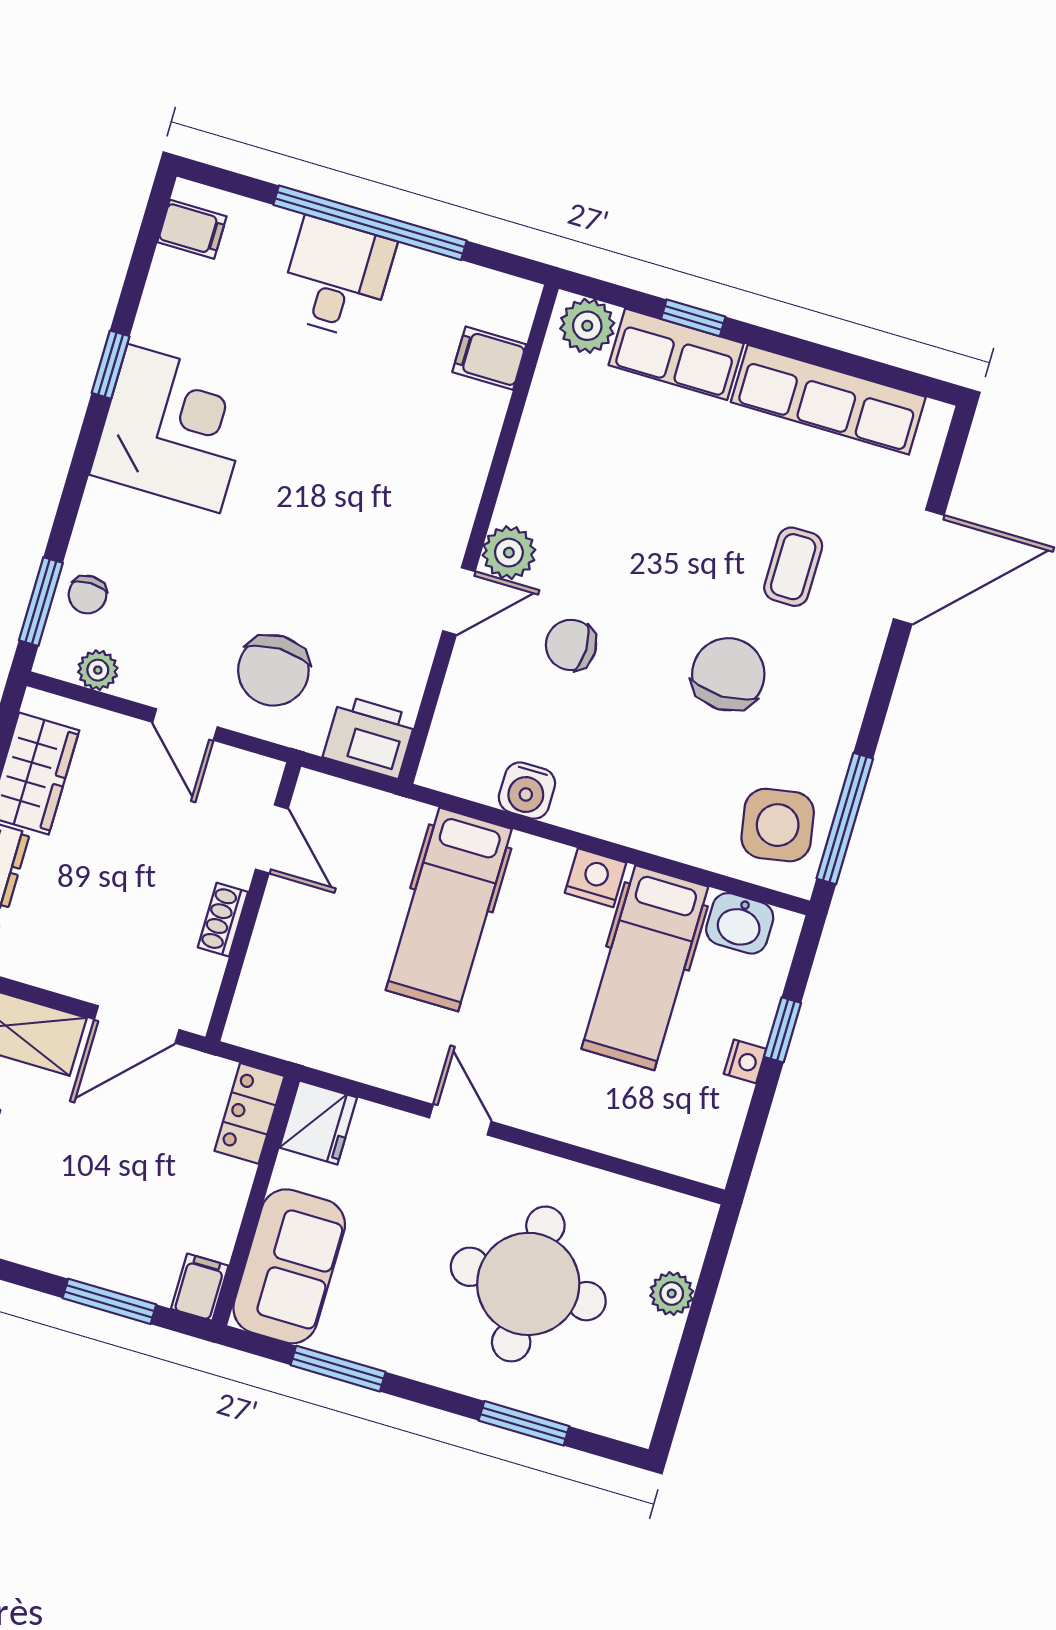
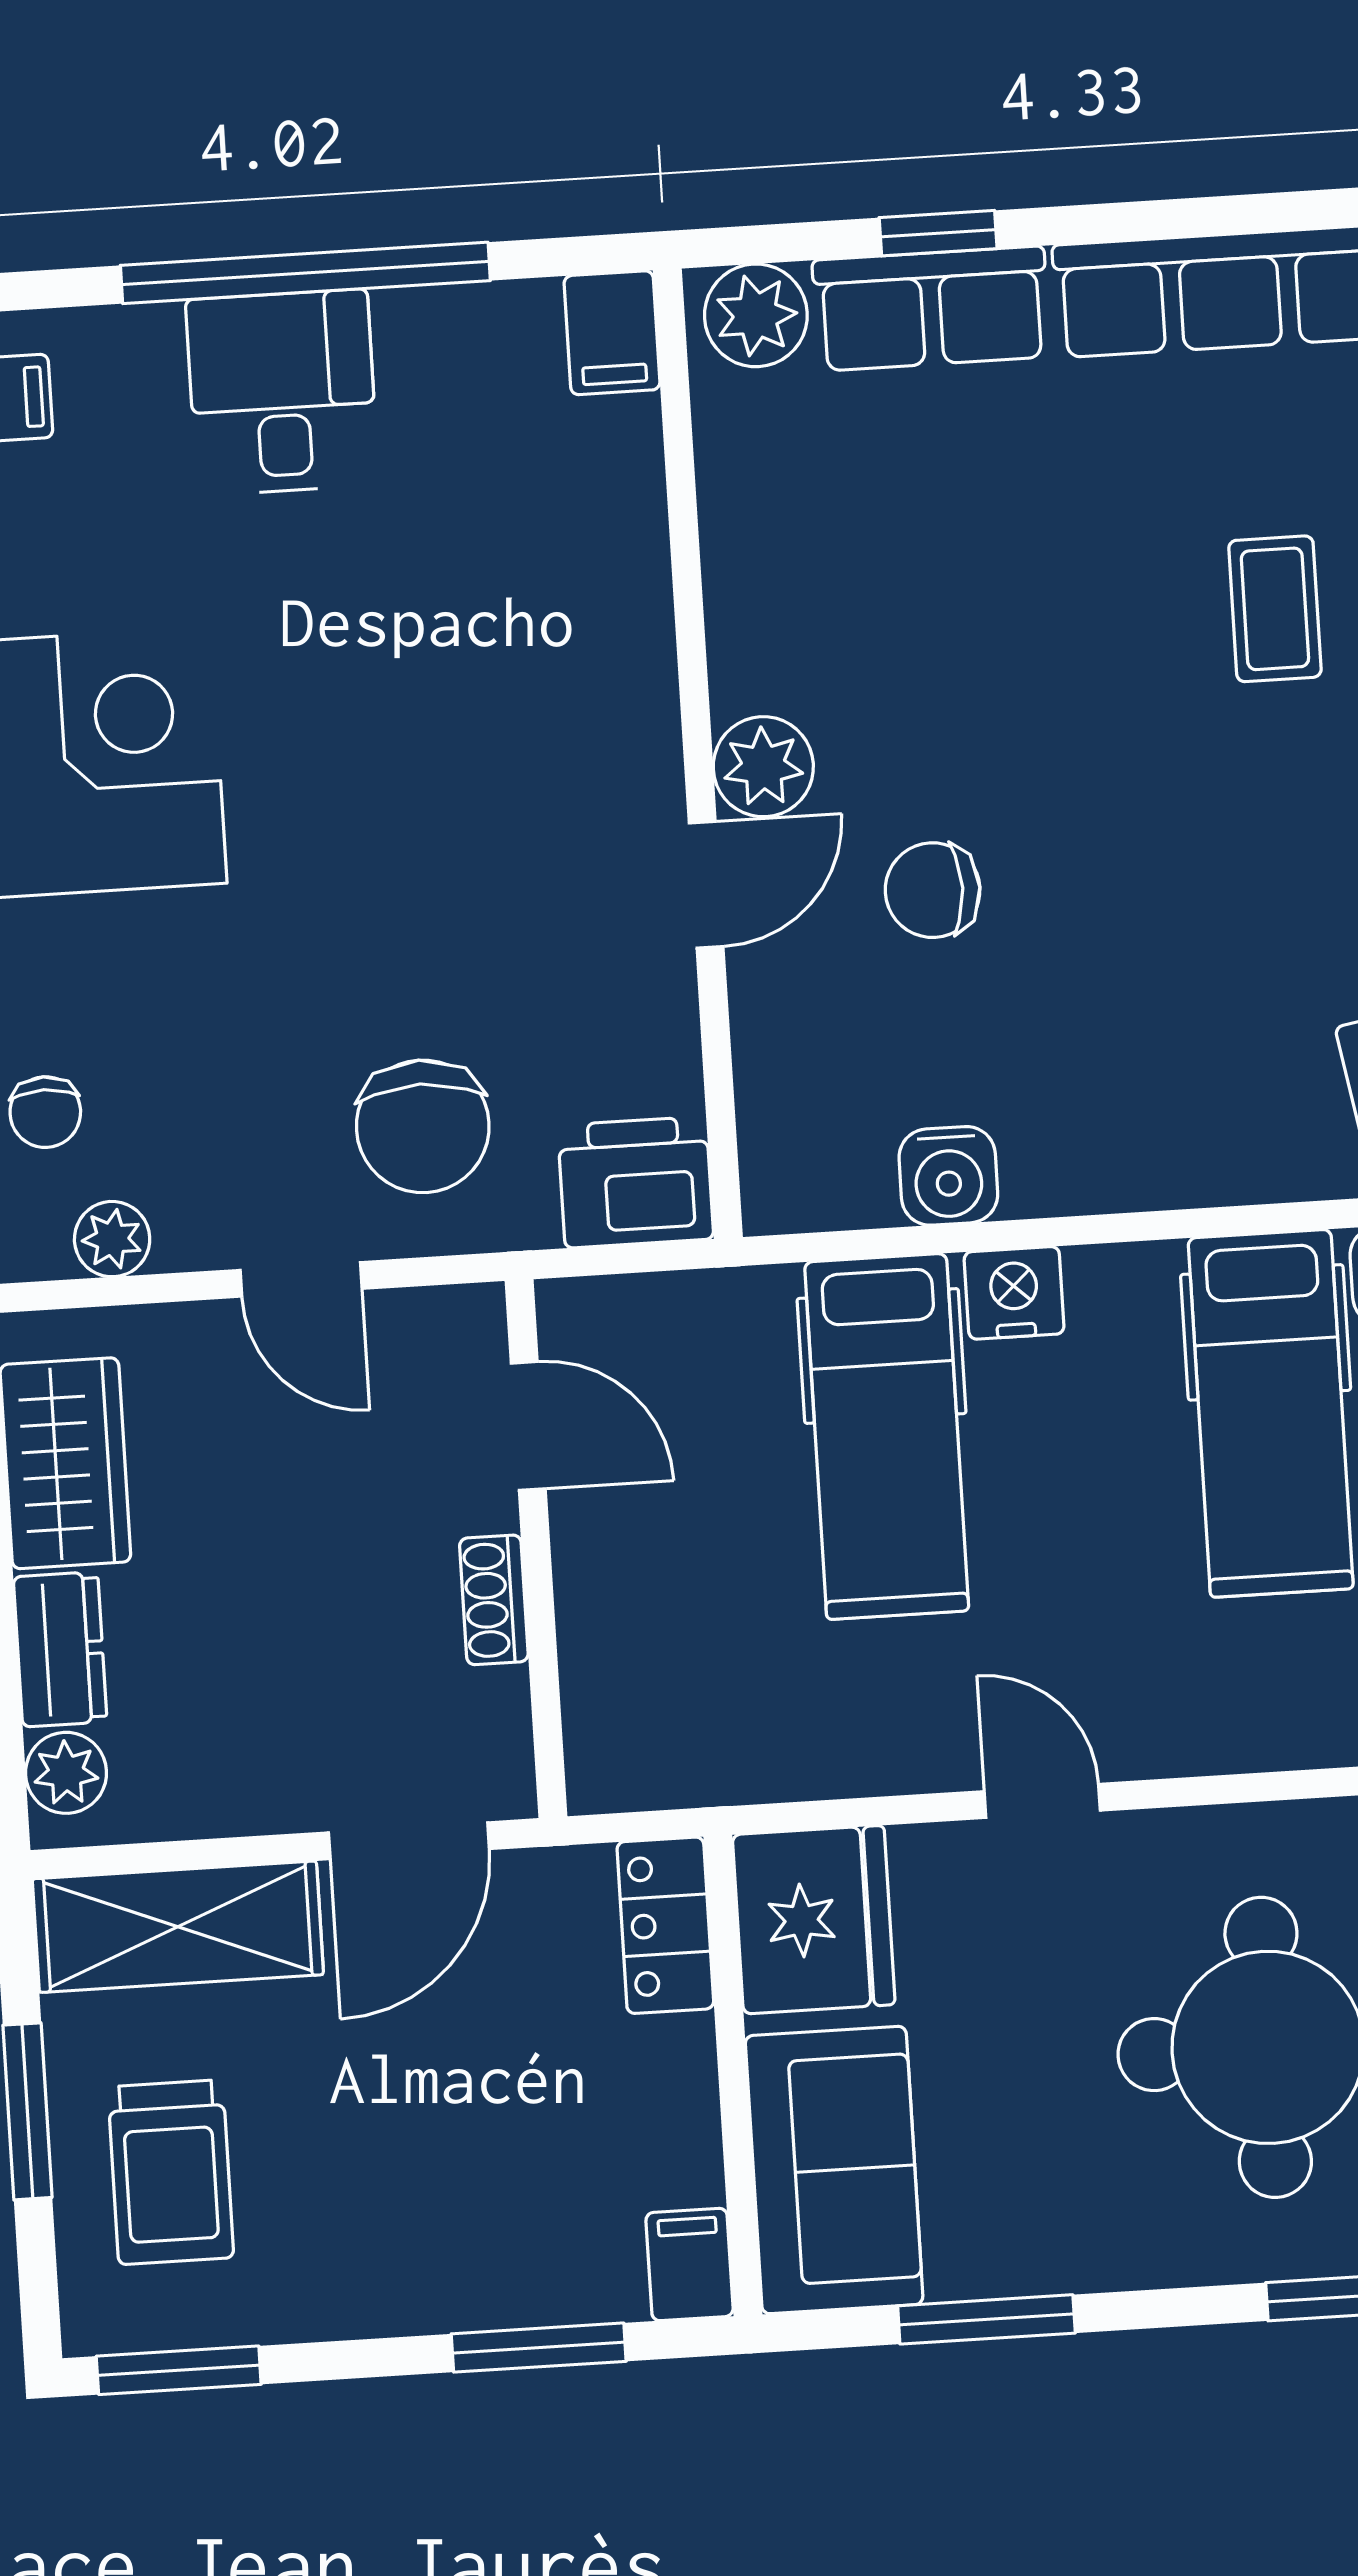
filing cabinet: (489, 358) -> (612, 333), moved, turned -90
chair: (728, 674) -> (1229, 841), removed
nightstand: (596, 878) -> (1014, 1293), moved
fridge: (318, 1123) -> (814, 1920), width x1.36, depth x1.34

